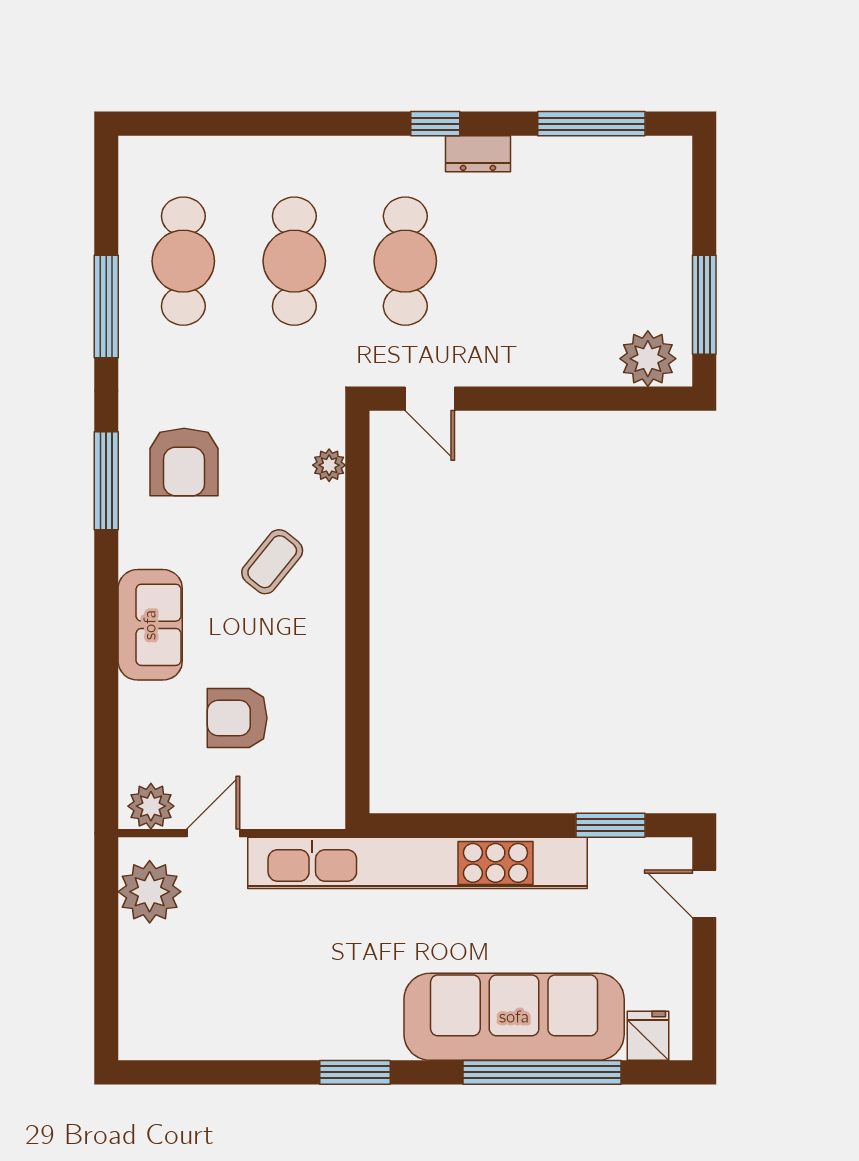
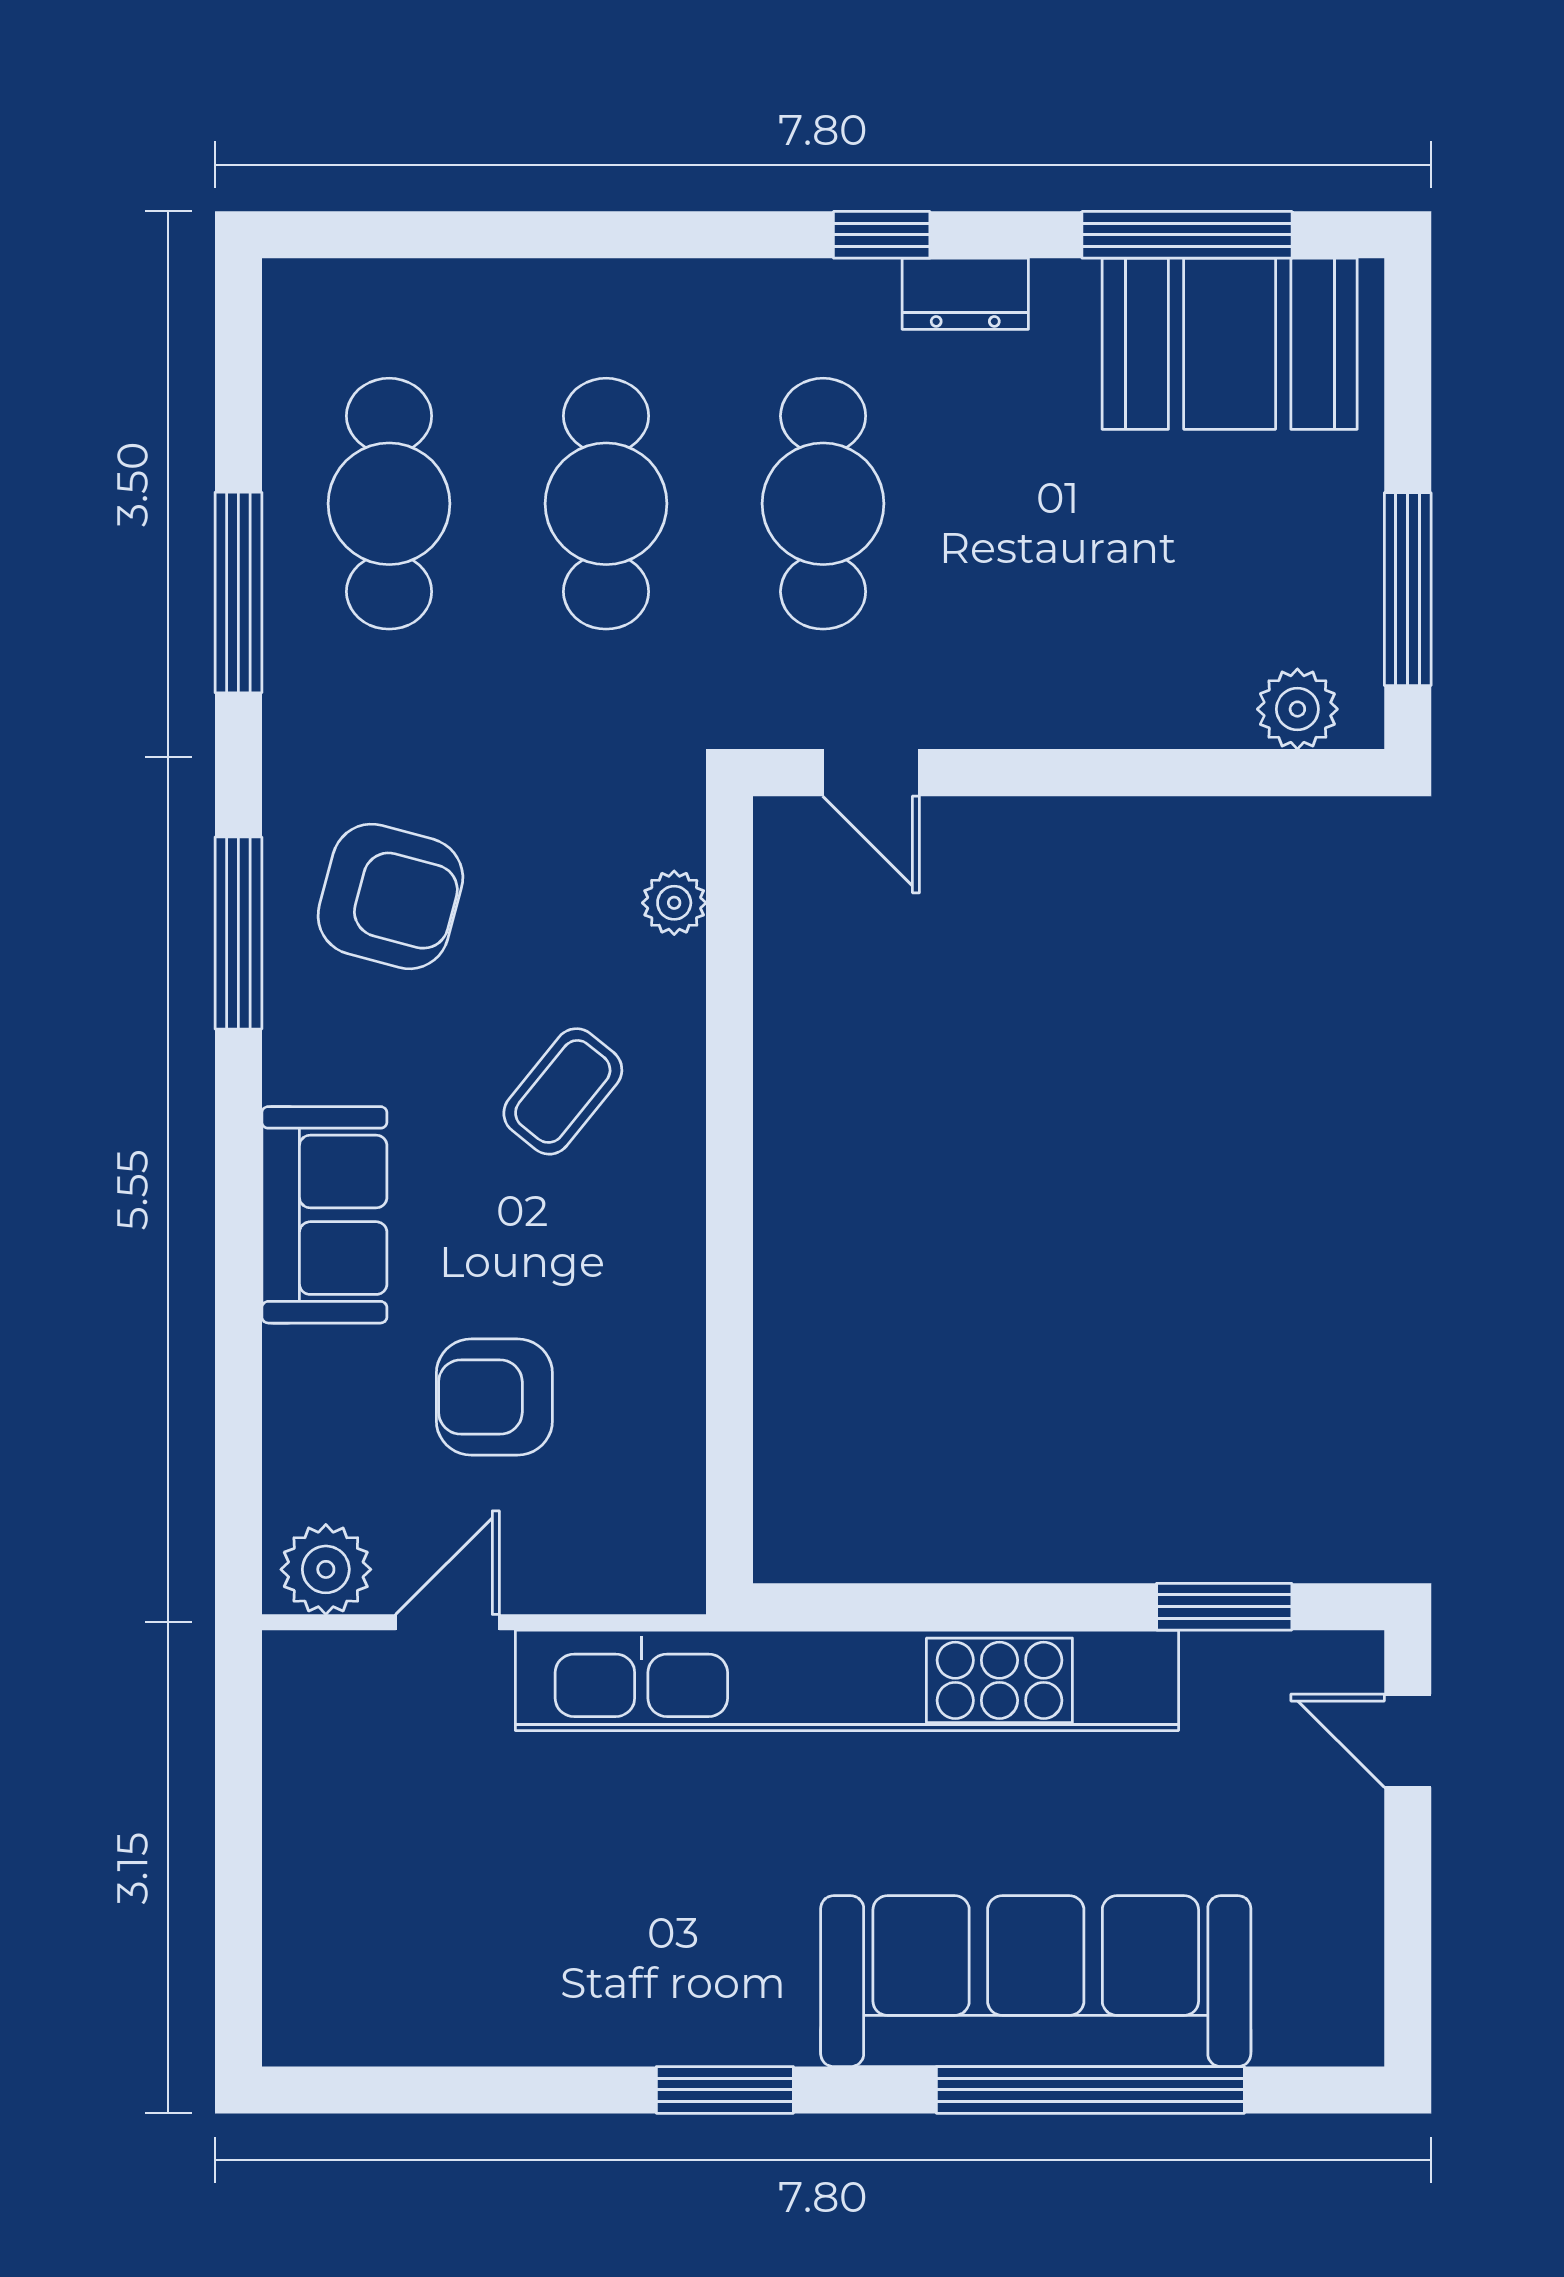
booth: (613, 179) -> (1230, 344), added
plant: (648, 359) -> (1297, 709), width x0.73, depth x0.73
armchair: (184, 462) -> (390, 896), turned -75
plant: (150, 892) -> (323, 1737), removed
fridge: (648, 1036) -> (1298, 2018), removed

